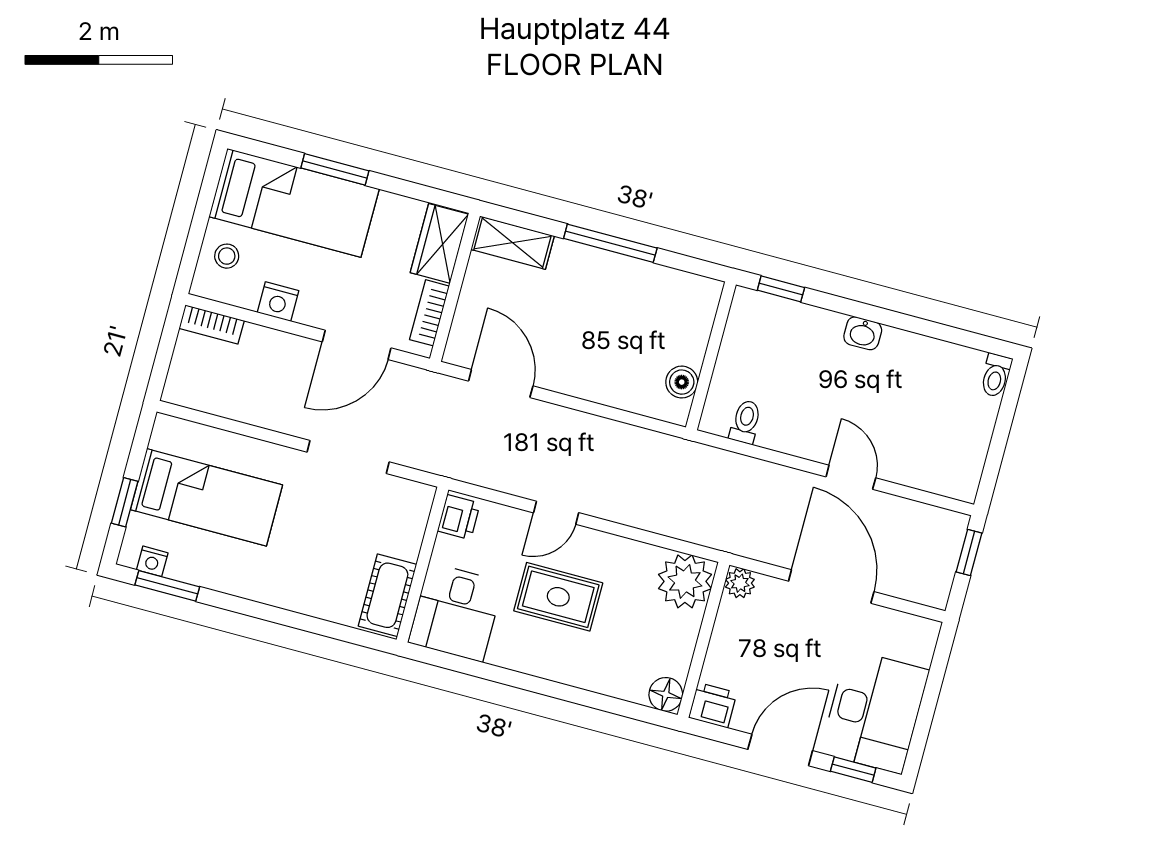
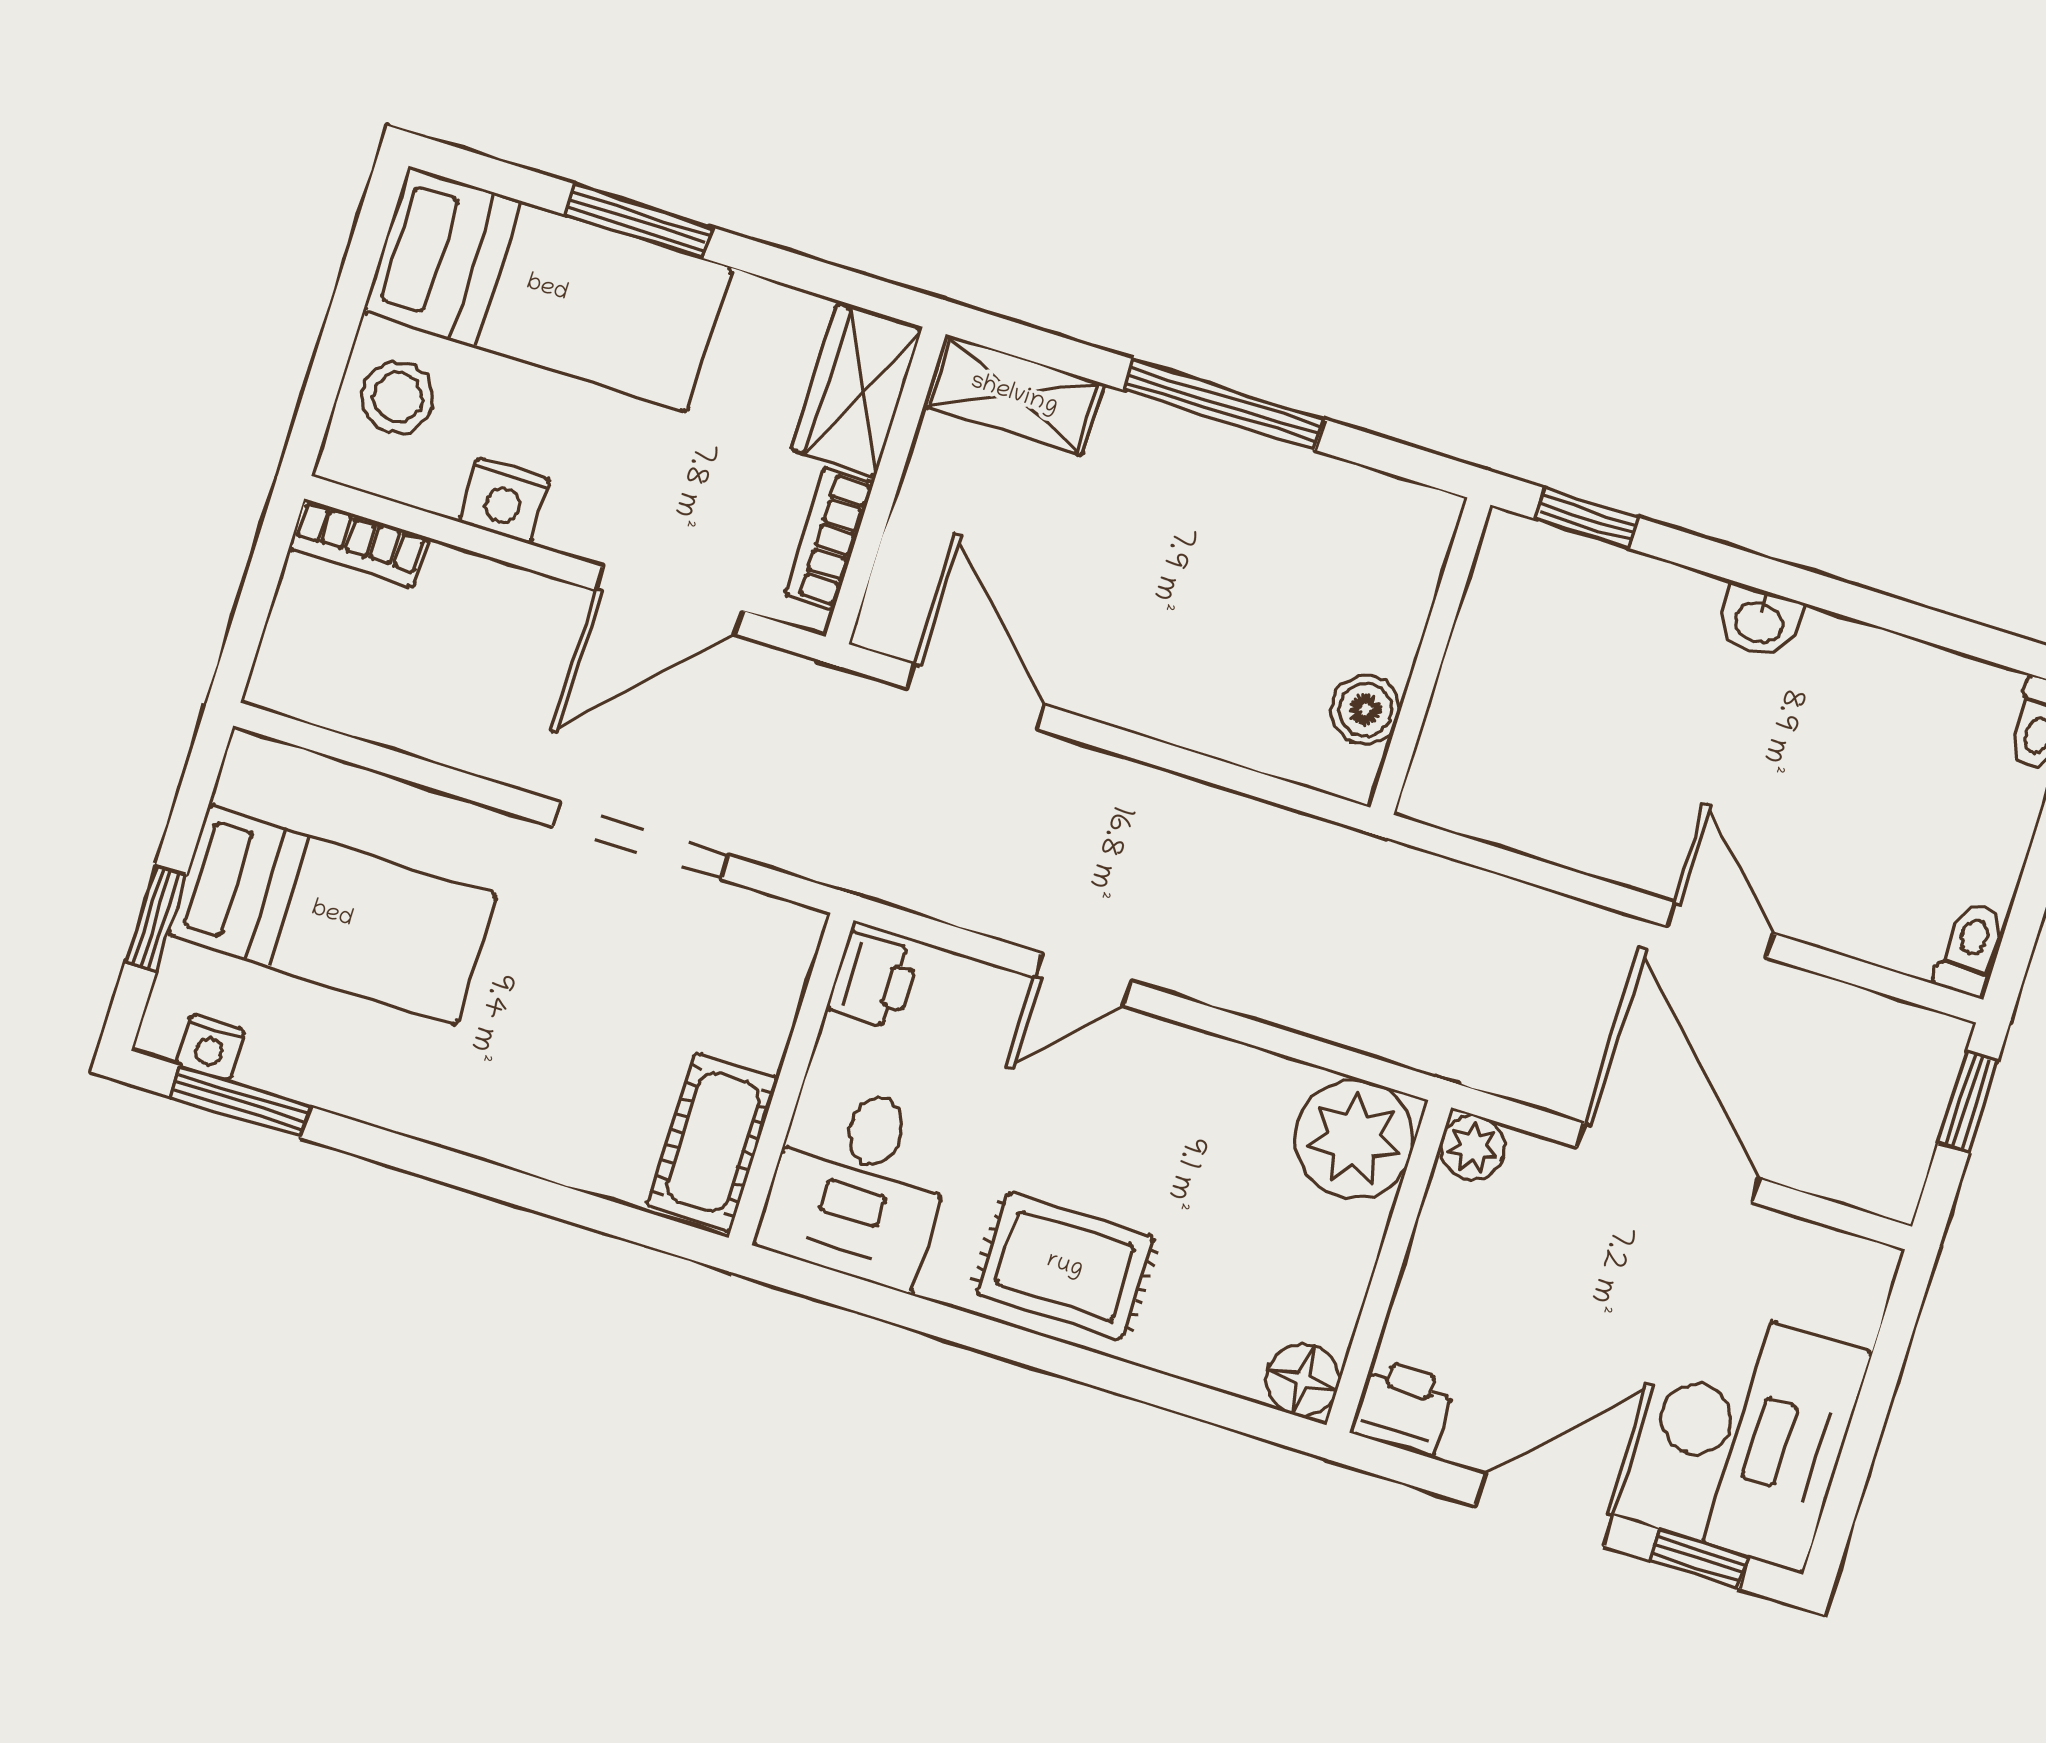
stool: (227, 256) -> (398, 398), width x1.37, depth x1.37
toilet: (746, 422) -> (1970, 949), moved
rug: (558, 597) -> (1065, 1266), moved

